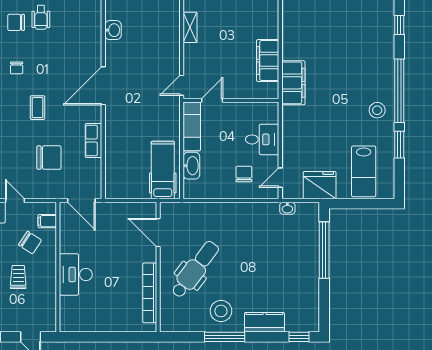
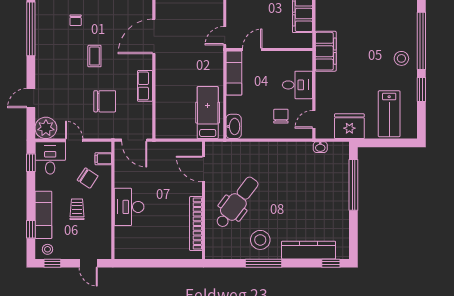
filing cabinet: (293, 83) -> (326, 51), moved
washbasin: (191, 166) -> (234, 126), moved
kitchen counter: (264, 322) -> (309, 250), width x1.50

